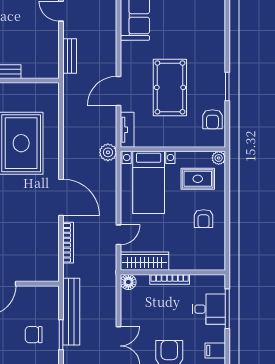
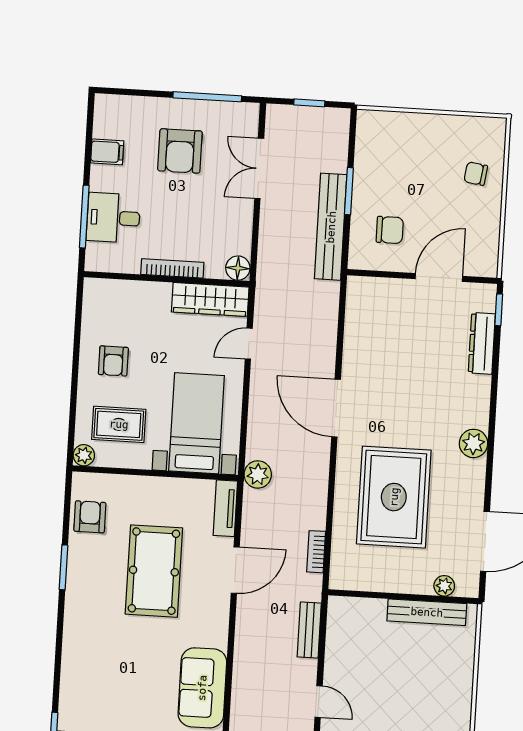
armchair: (204, 219) -> (113, 361), turned 180
bookcase: (68, 243) -> (316, 552), moved, width x0.64
chair: (34, 335) -> (390, 230), moved

